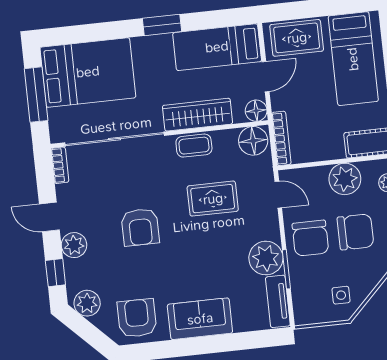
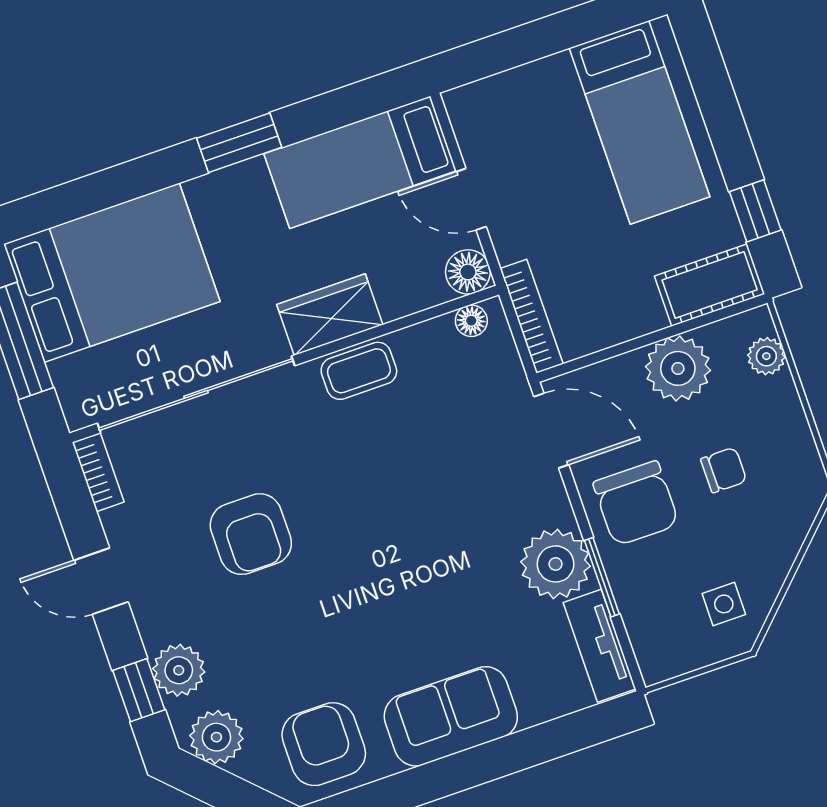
rug: (297, 38) -> (516, 107), removed
door: (265, 77) -> (471, 199), swing flipped
wardrobe: (198, 115) -> (330, 315), width x0.67
floor lamp: (253, 141) -> (471, 321), width x0.53, depth x0.53
door: (278, 195) -> (551, 431), width x1.38
rug: (213, 199) -> (421, 469), removed
armchair: (140, 227) -> (251, 534), moved
chair: (355, 232) -> (724, 470), width x0.54, depth x0.54
plant: (74, 245) -> (179, 670), moved

